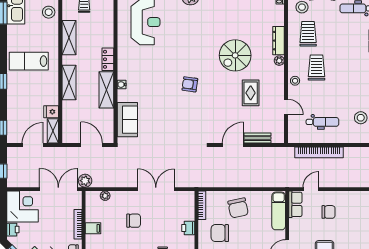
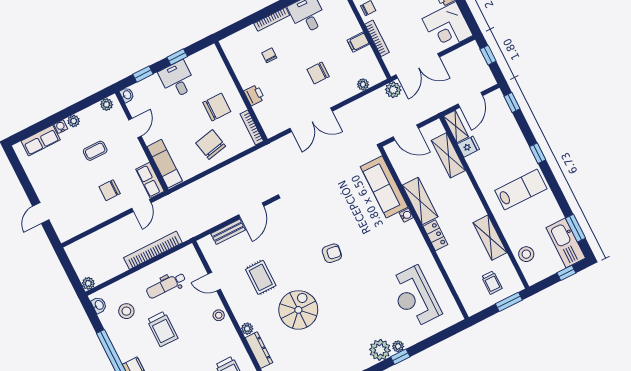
trolley: (317, 68) -> (162, 329), moved
shelving: (69, 82) -> (448, 155), moved
sofa: (127, 120) -> (384, 187), width x1.36

